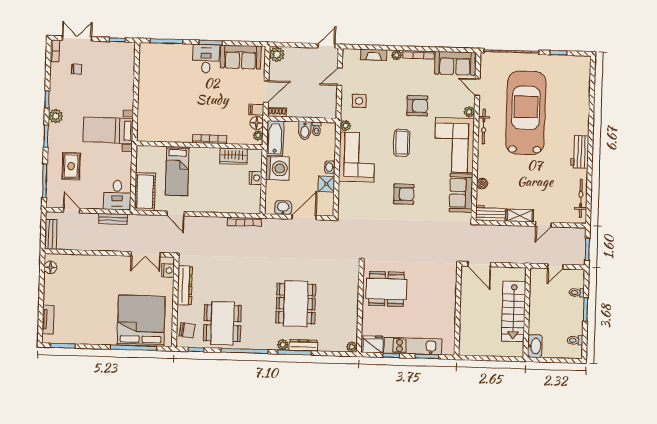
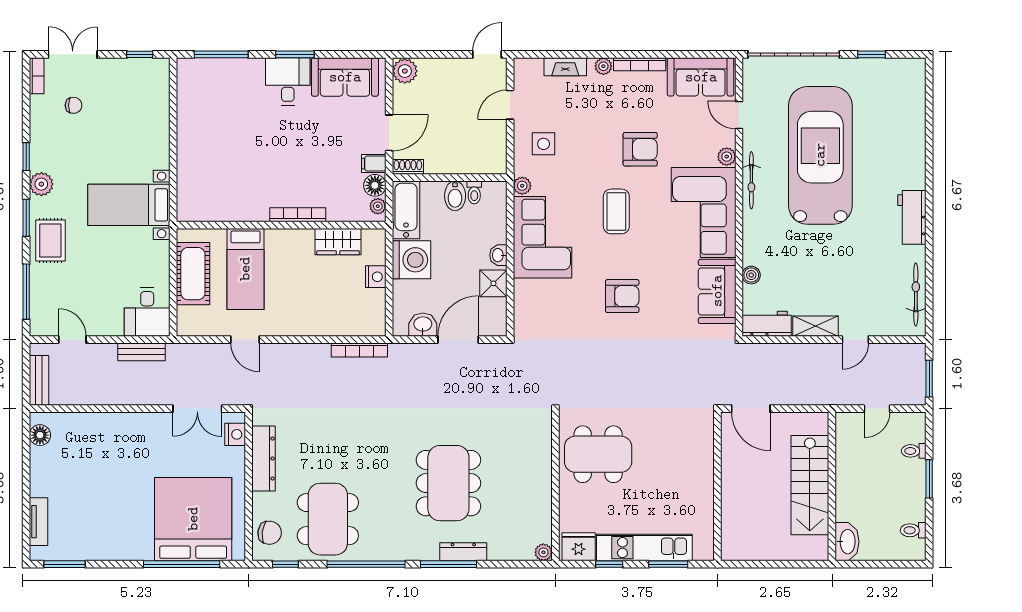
rug: (71, 166) -> (50, 241), moved
cot: (145, 192) -> (193, 274), moved
plant: (283, 345) -> (429, 552), removed

